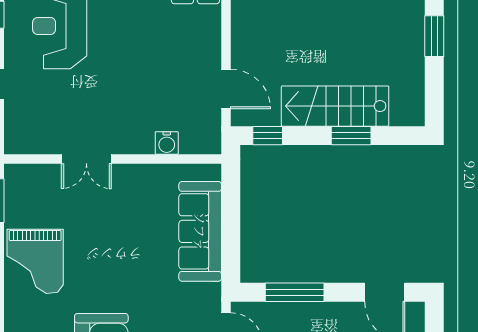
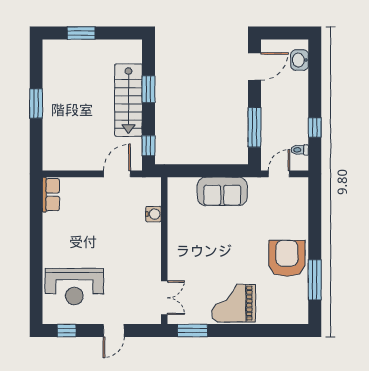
double door: (86, 159) -> (164, 298), moved
sofa: (200, 231) -> (222, 191), width x0.73
grand piano: (35, 261) -> (234, 303), turned 180

